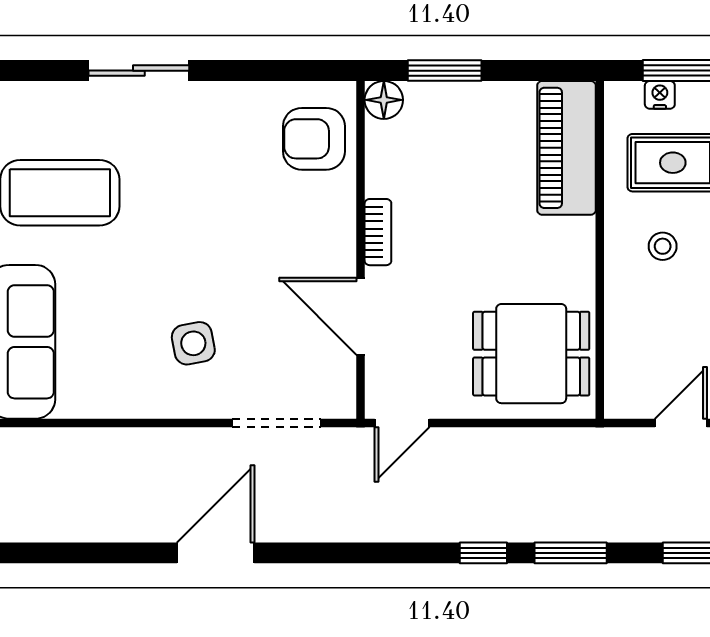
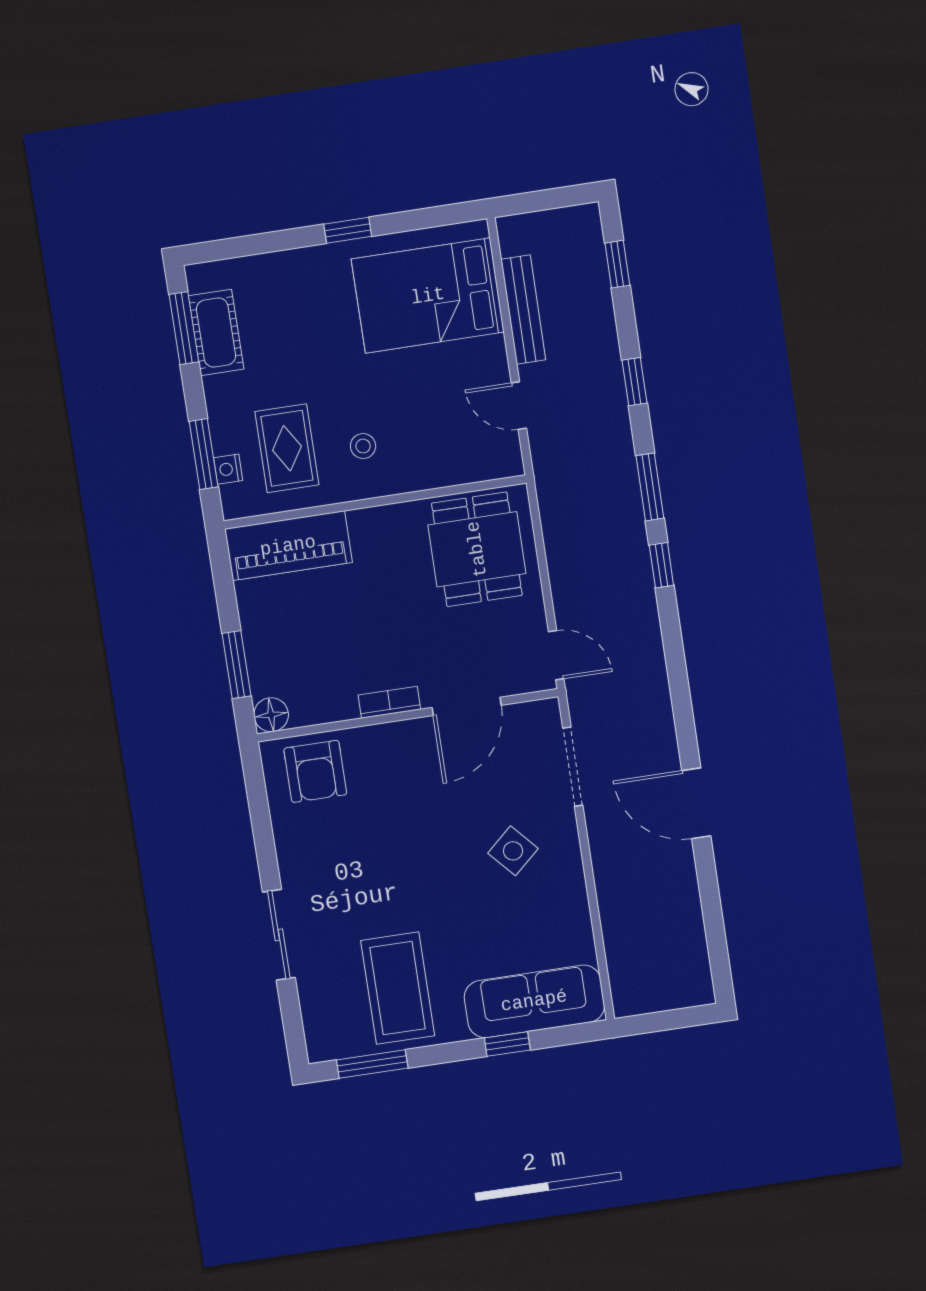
side table: (193, 343) -> (513, 851), turned -31

